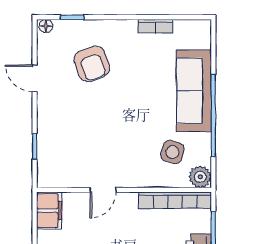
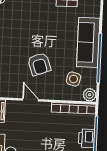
armchair: (92, 64) -> (39, 64), moved
door: (103, 190) -> (30, 100), swing flipped

